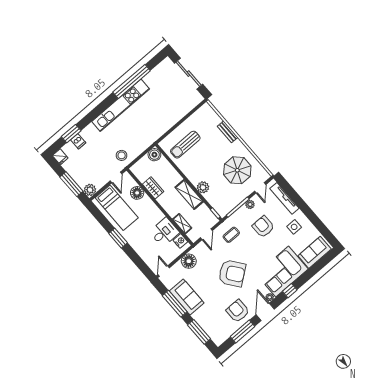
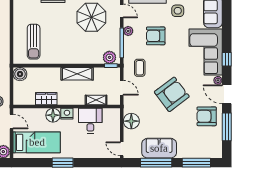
plant: (203, 187) -> (109, 57), moved
floor lamp: (137, 193) -> (53, 115), moved
nightstand: (180, 241) -> (67, 114), moved

